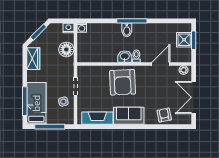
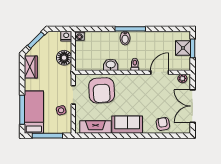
washbasin: (125, 57) -> (111, 65), moved
armchair: (122, 82) -> (102, 90), moved

